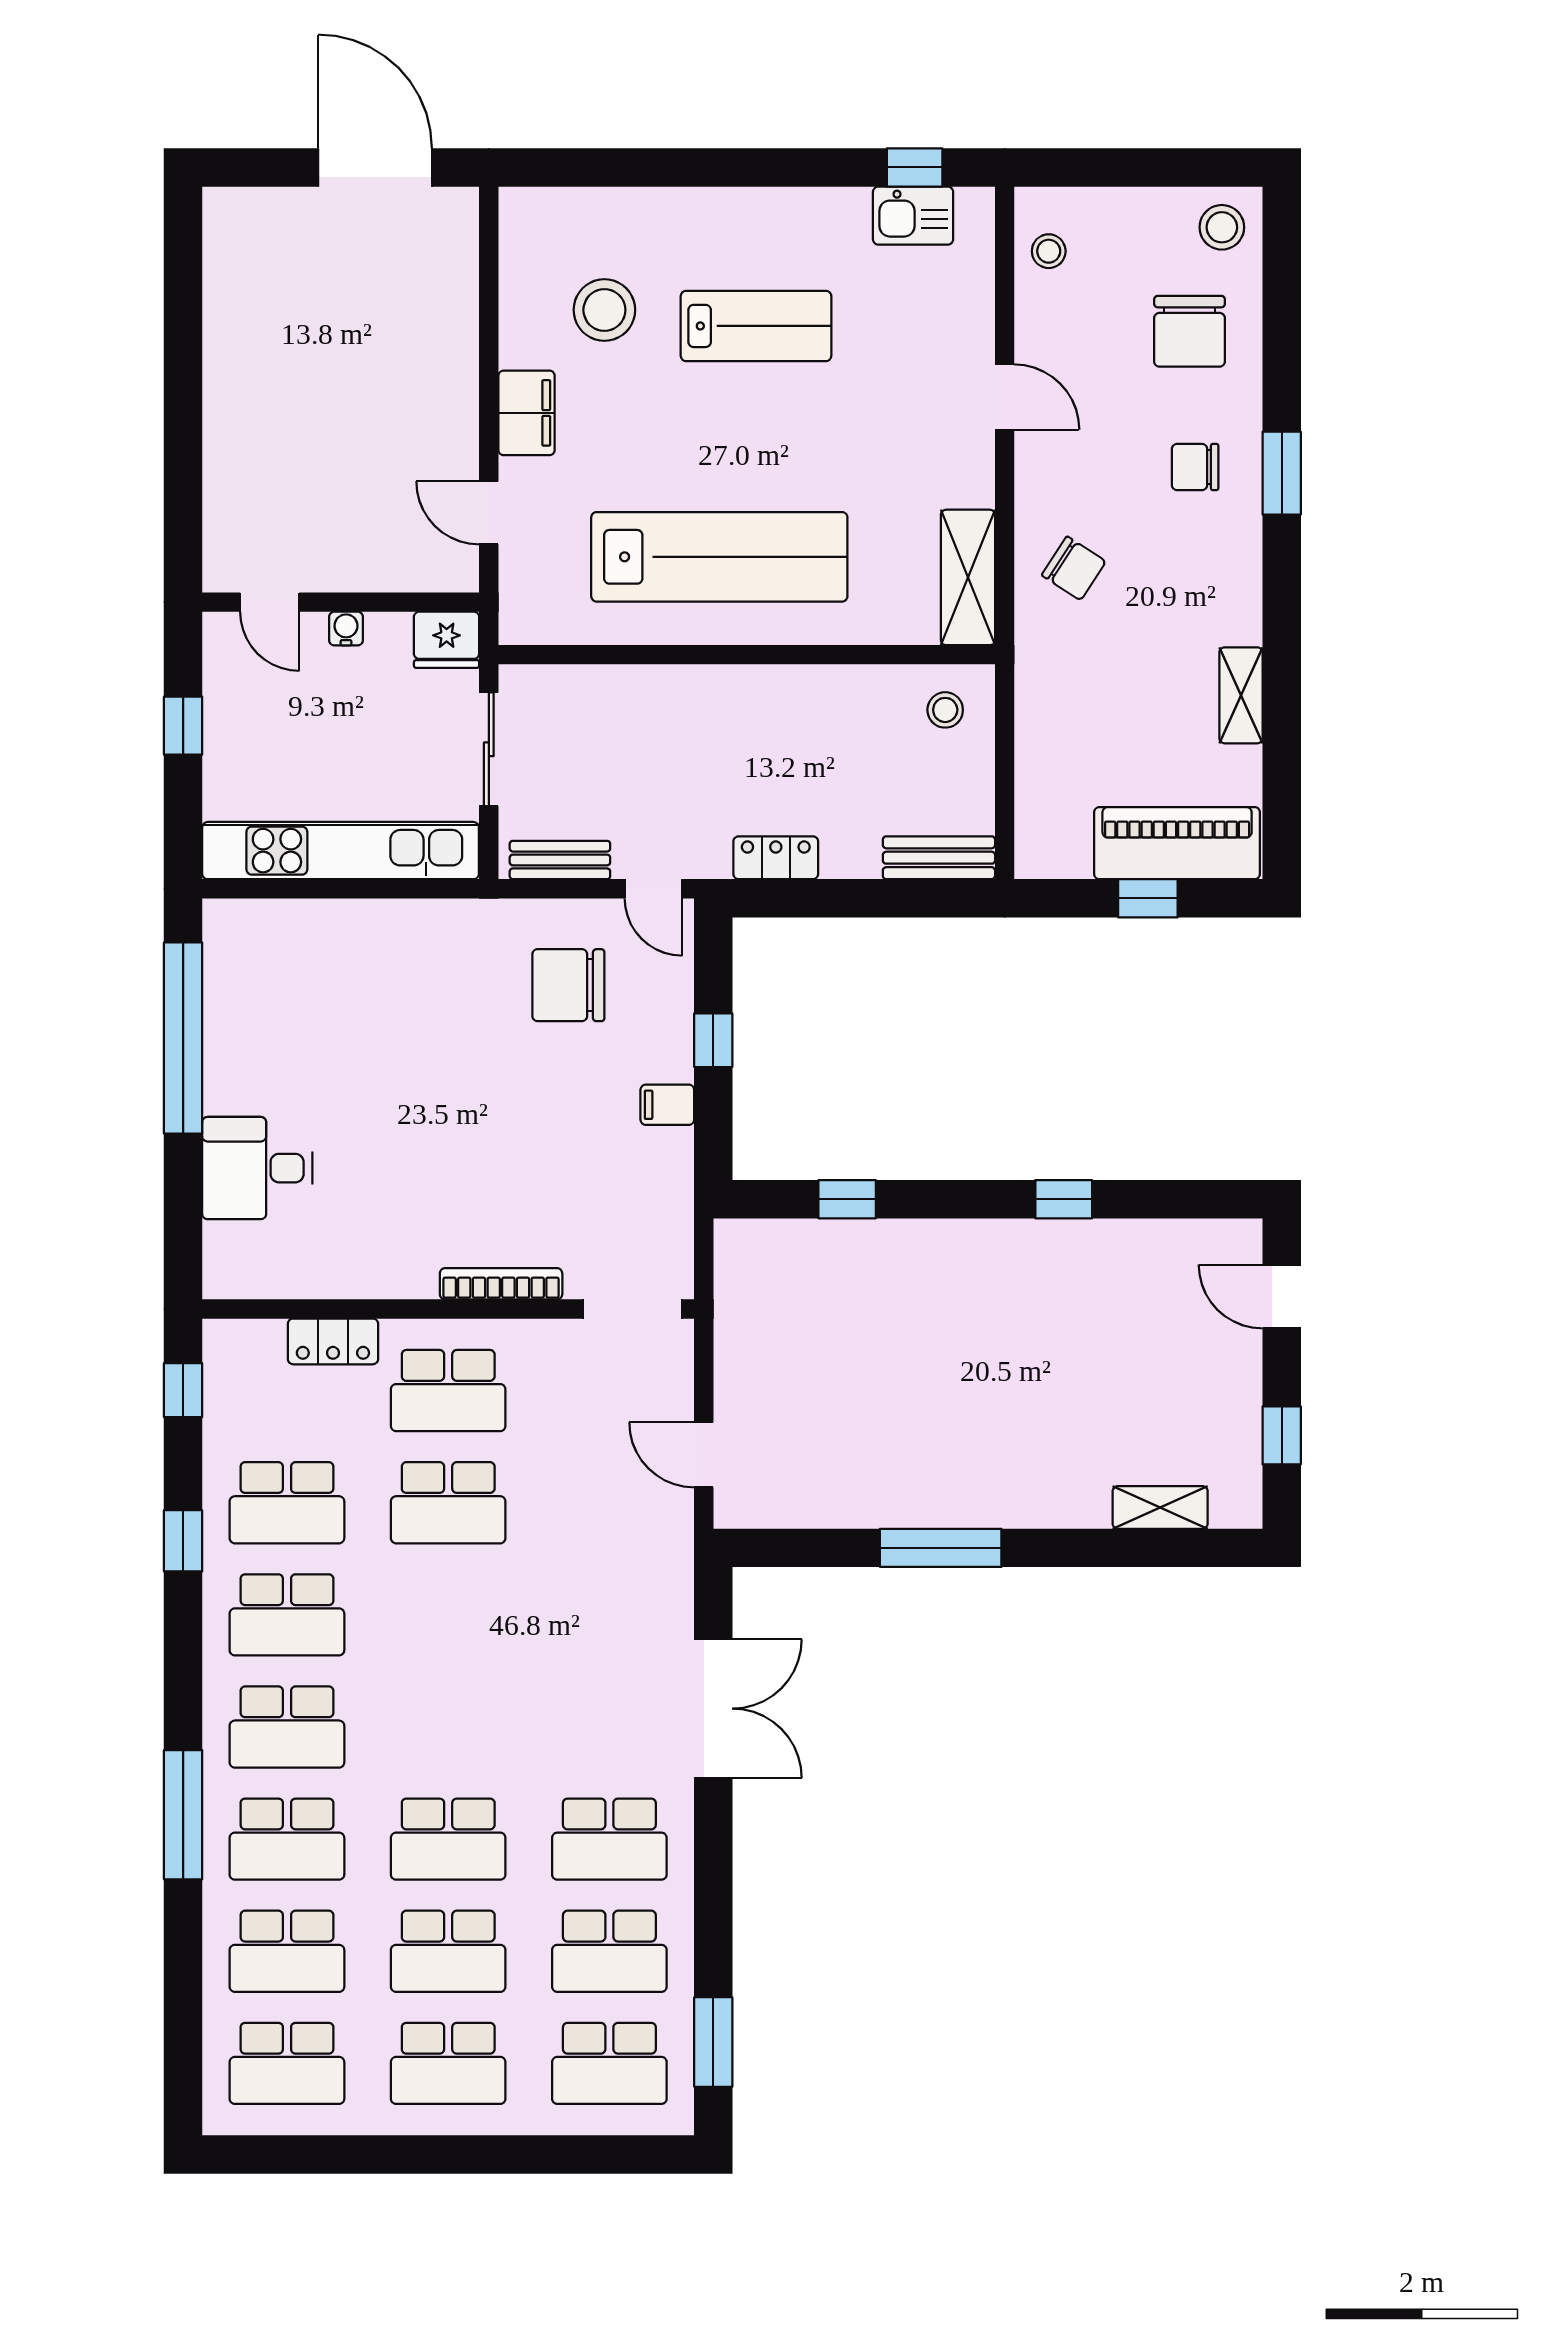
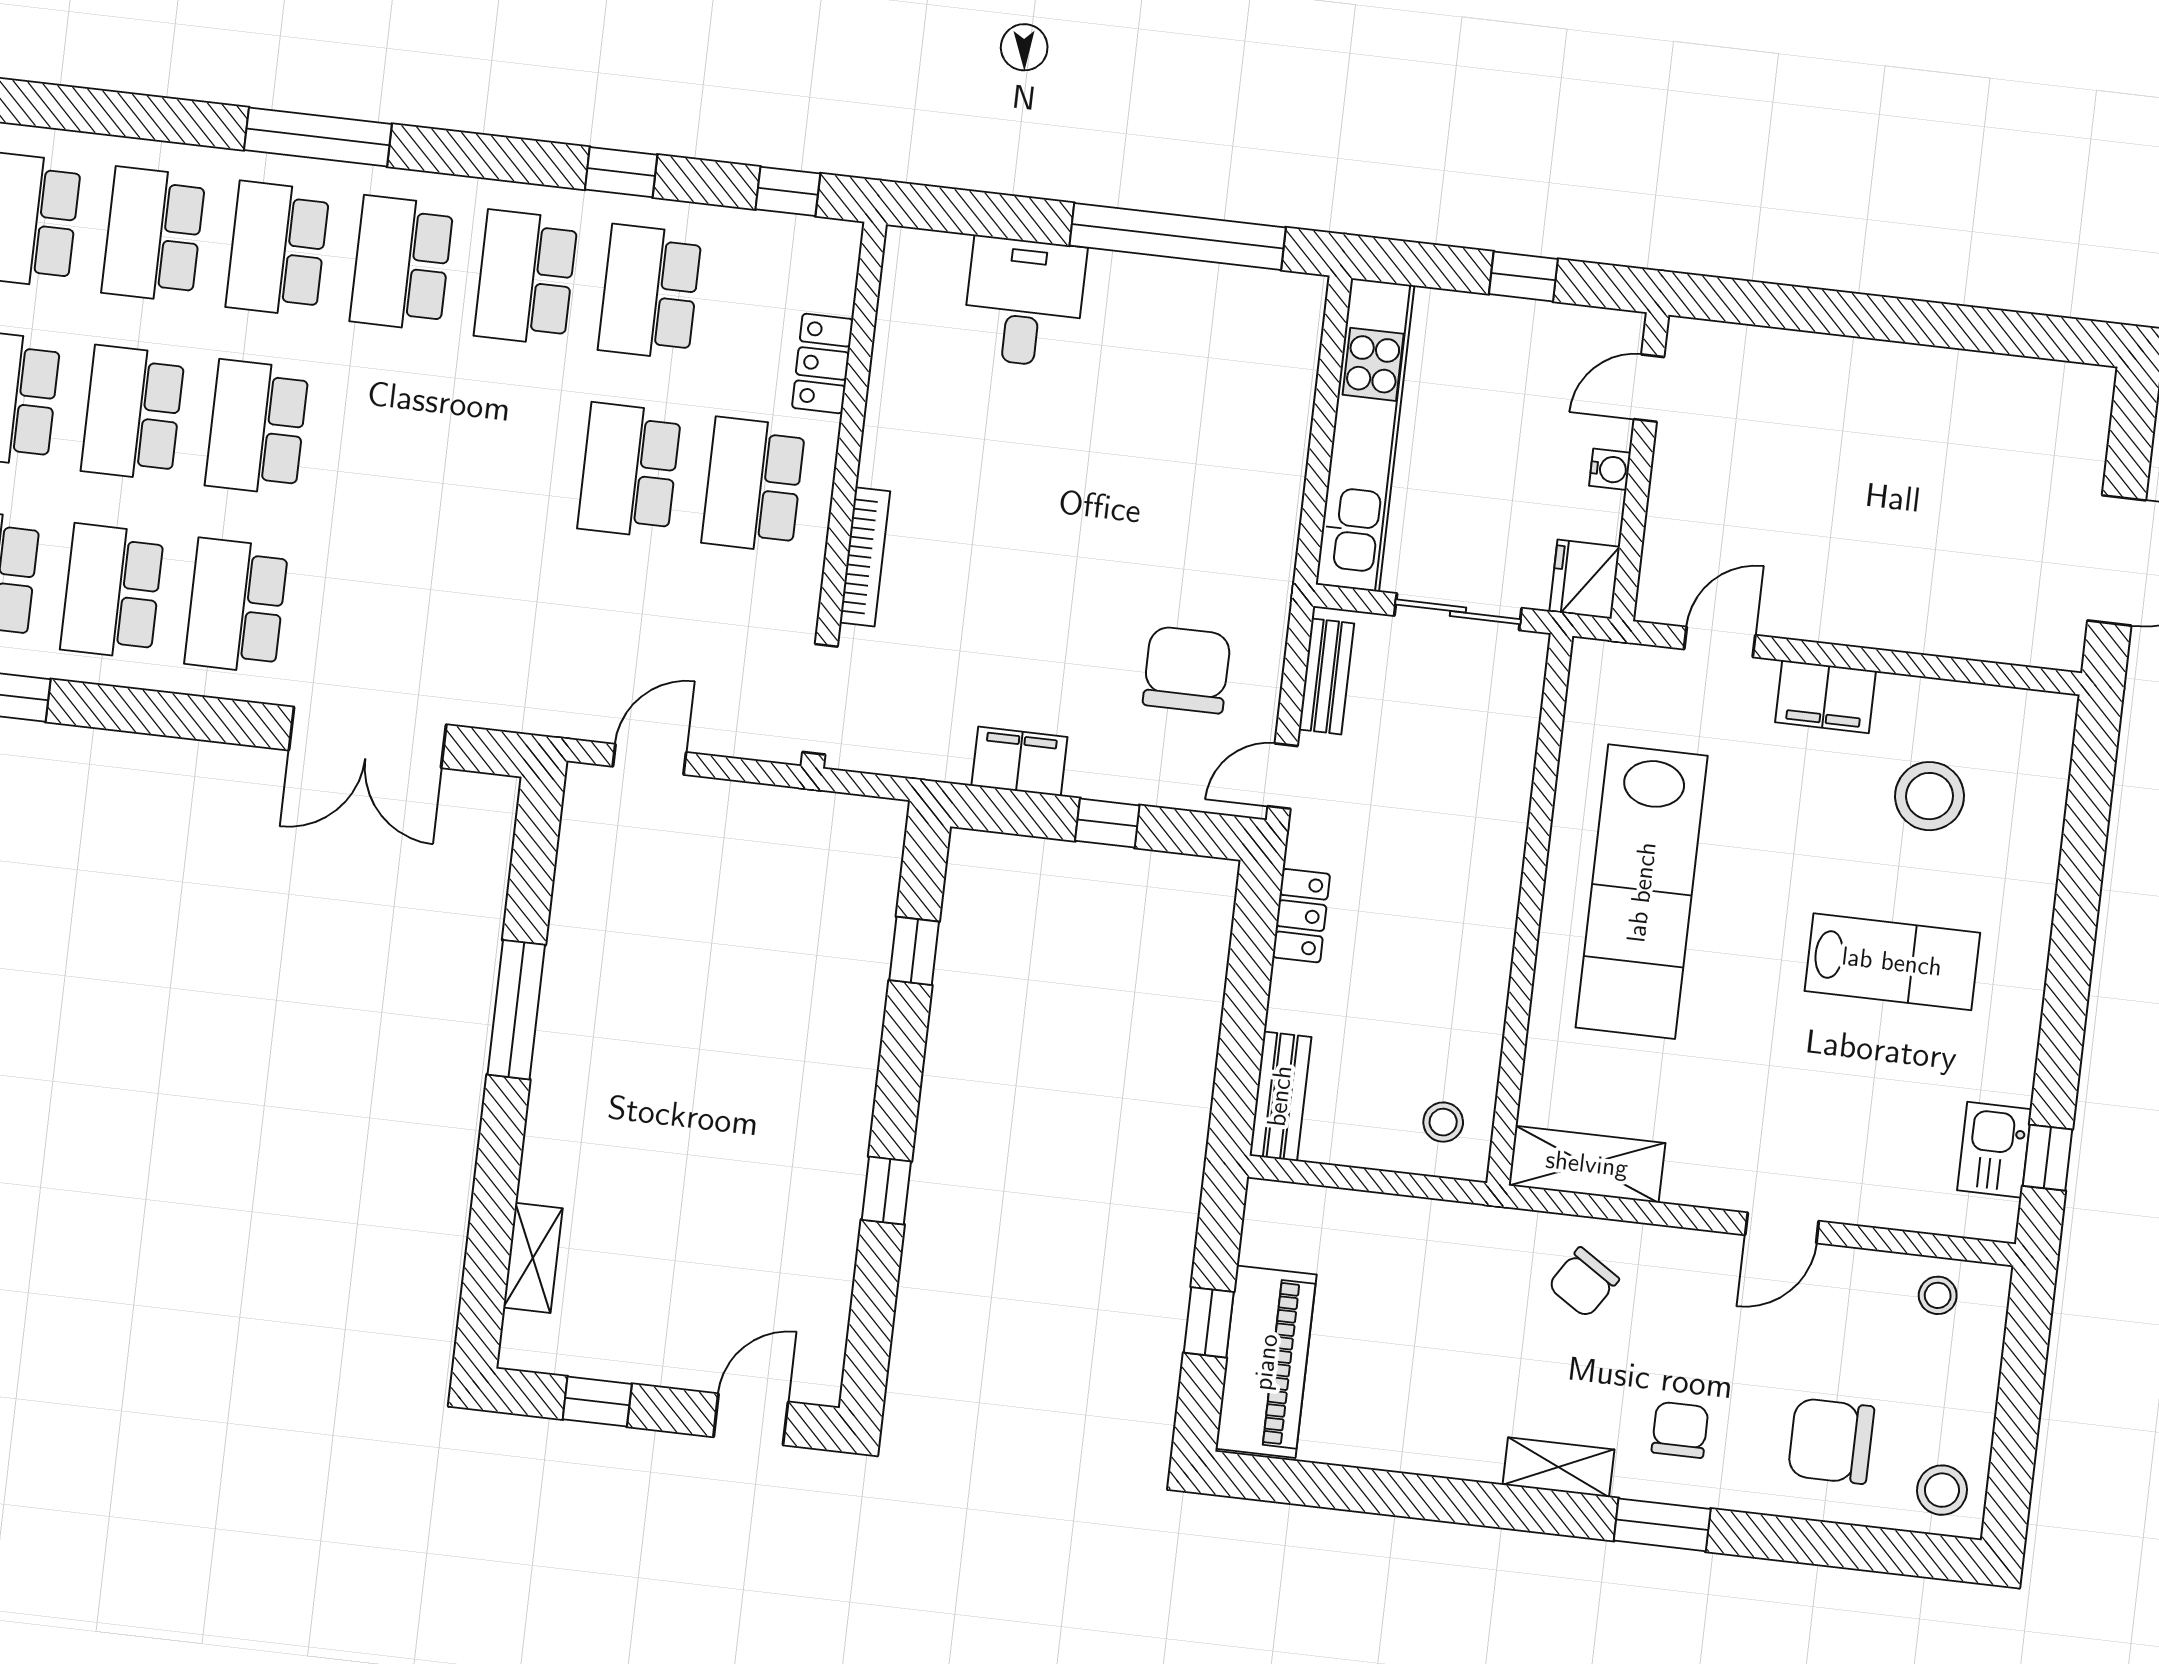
lab bench: (756, 326) -> (1892, 962), turned -90
shelving: (1241, 695) -> (1559, 1467), moved
filing cabinet: (667, 1105) -> (1019, 761), width x2.00

